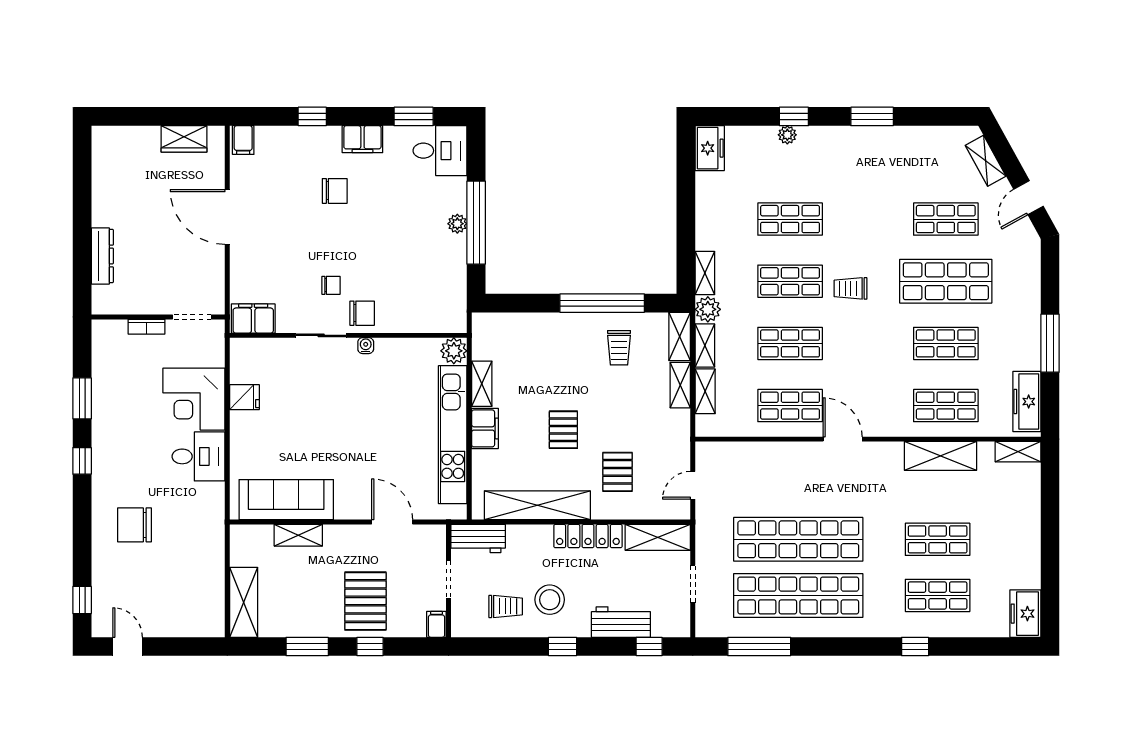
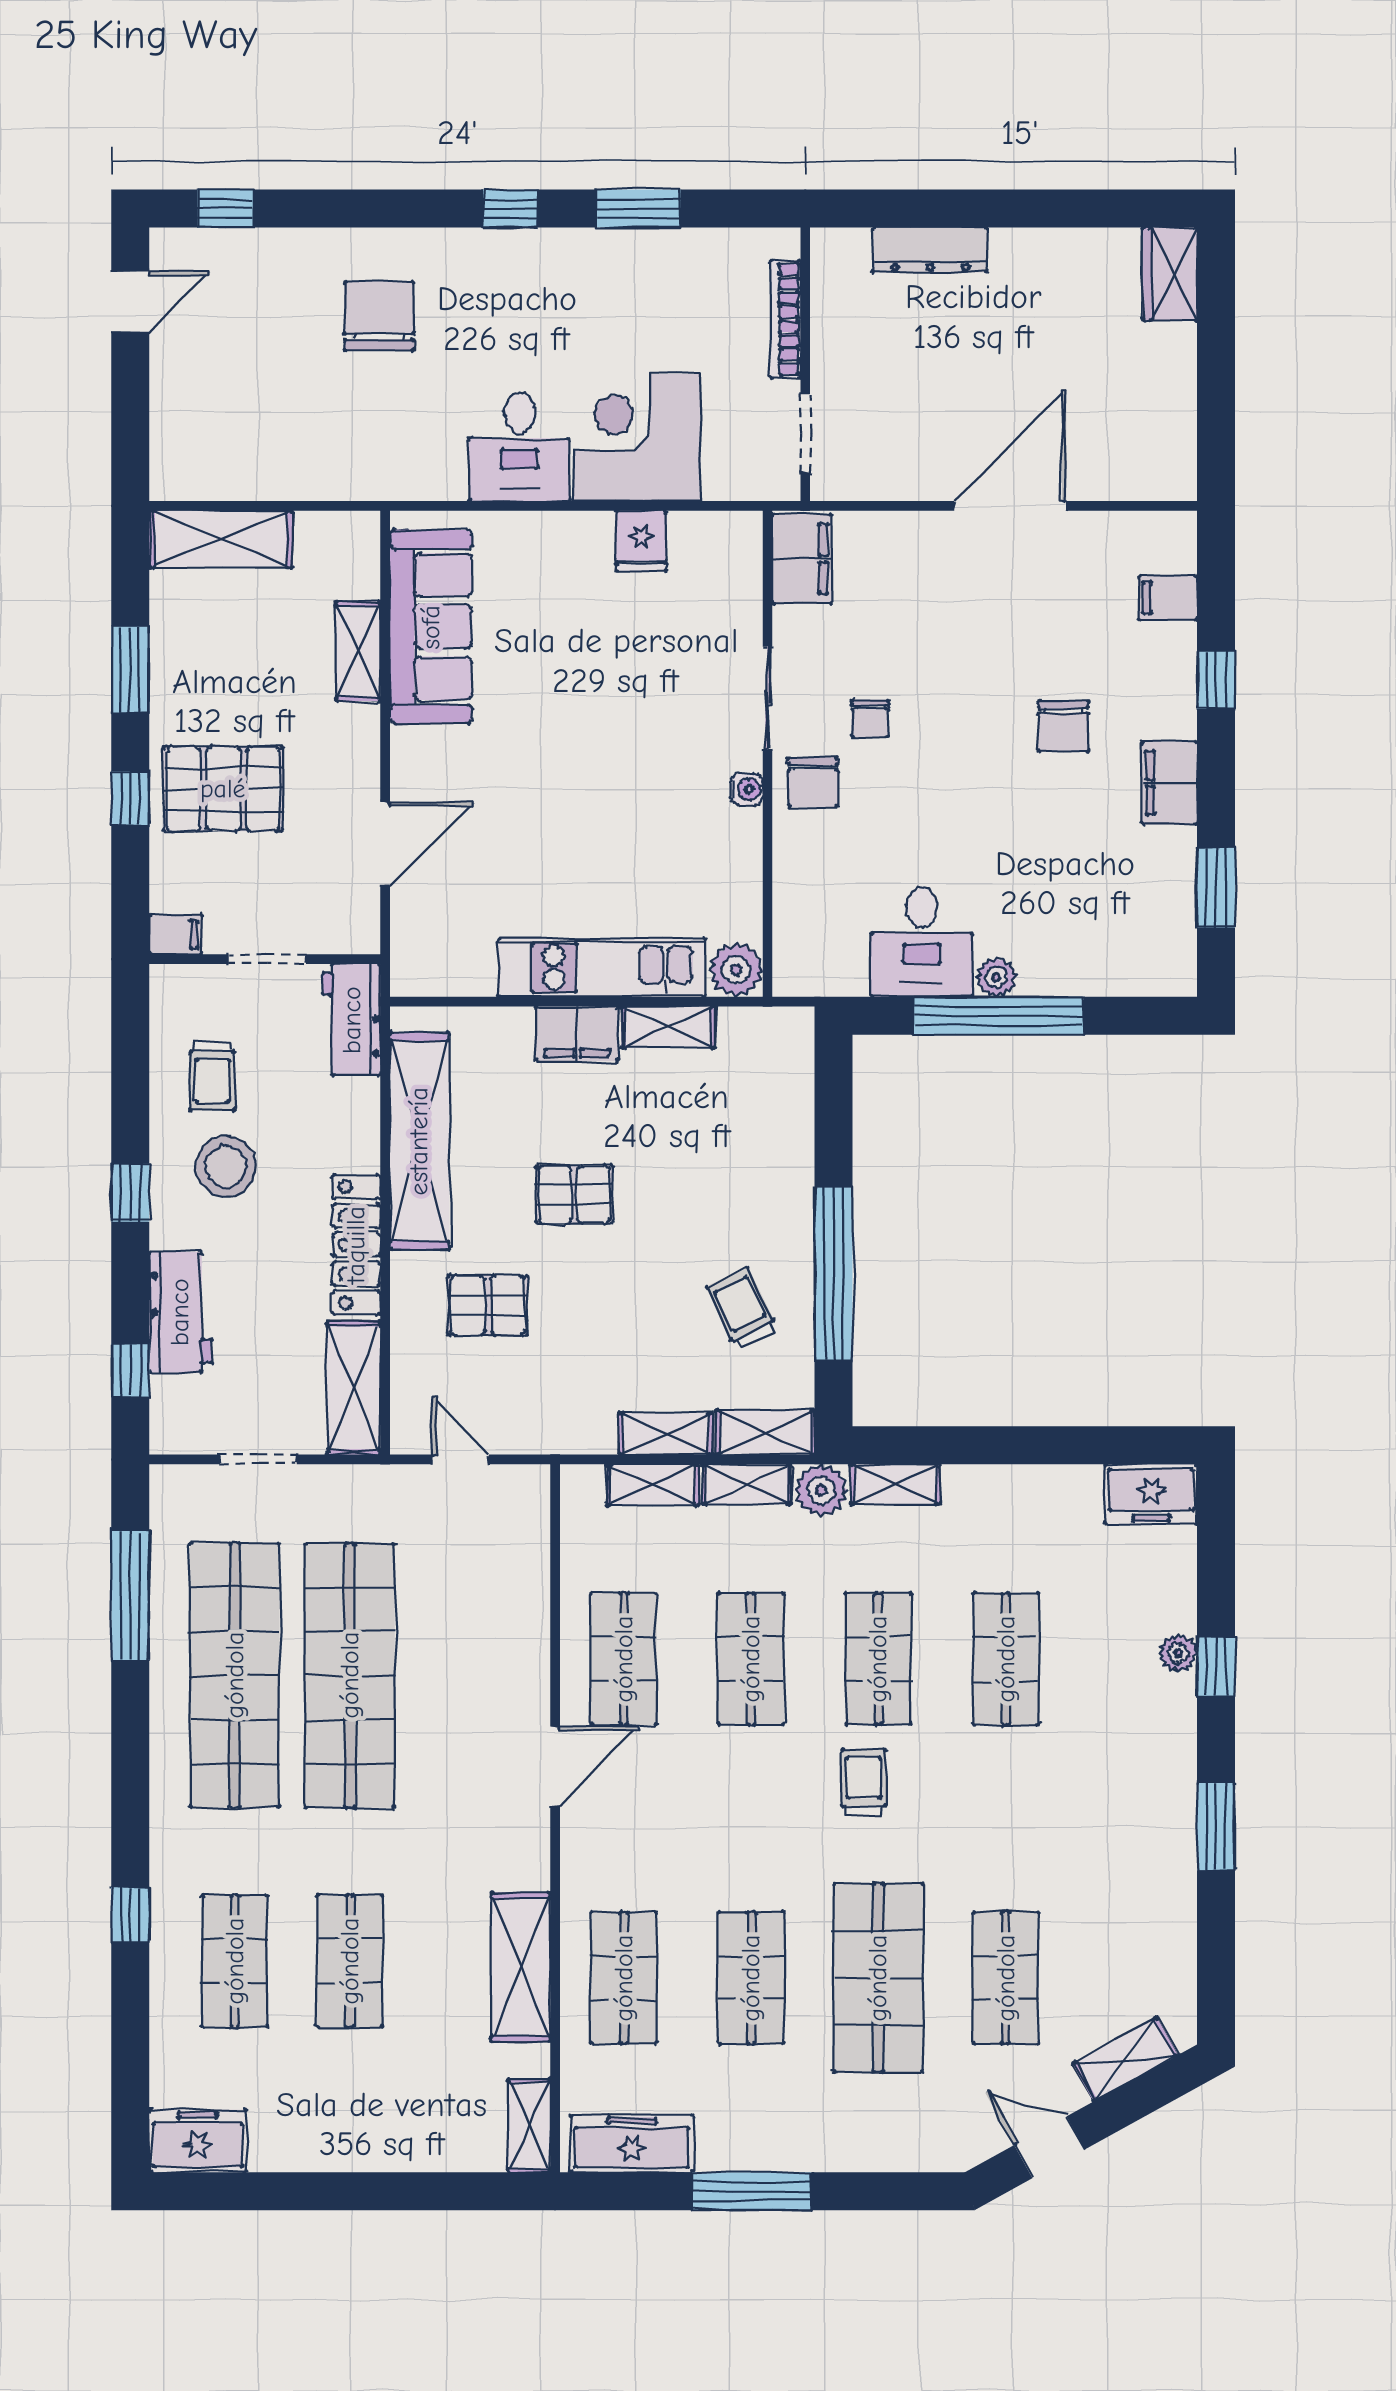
wardrobe: (184, 139) -> (1170, 274), moved
filing cabinet: (243, 140) -> (1168, 598), moved
desk: (440, 151) -> (922, 942), moved
bookcase: (147, 327) -> (785, 319), width x1.56
trolley: (619, 348) -> (742, 1308), turned 64
kitchen unit: (453, 435) -> (602, 968), width x0.73

